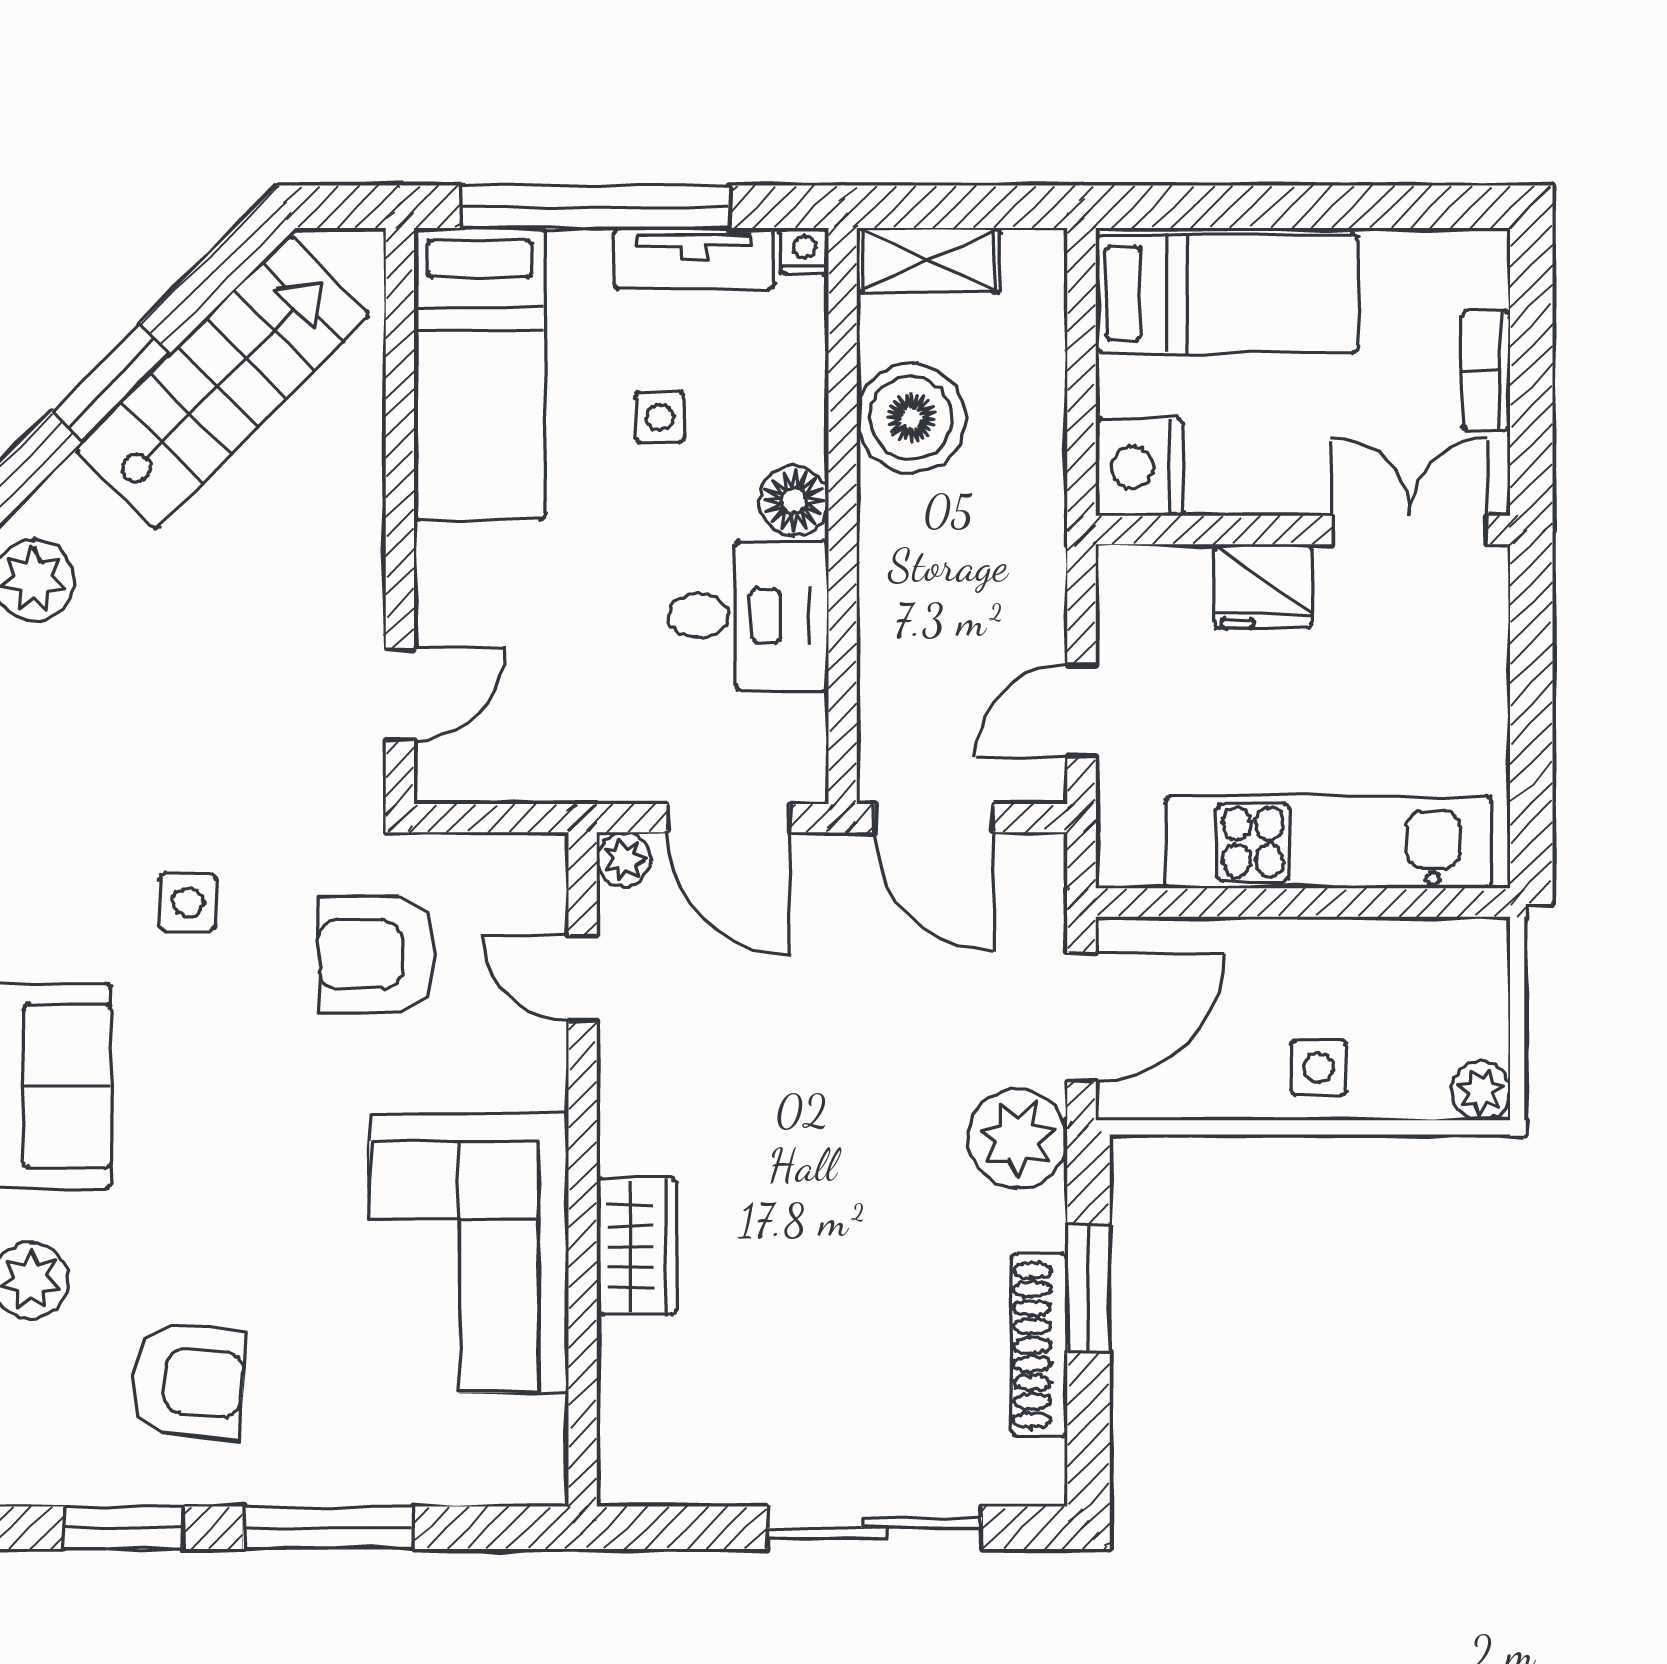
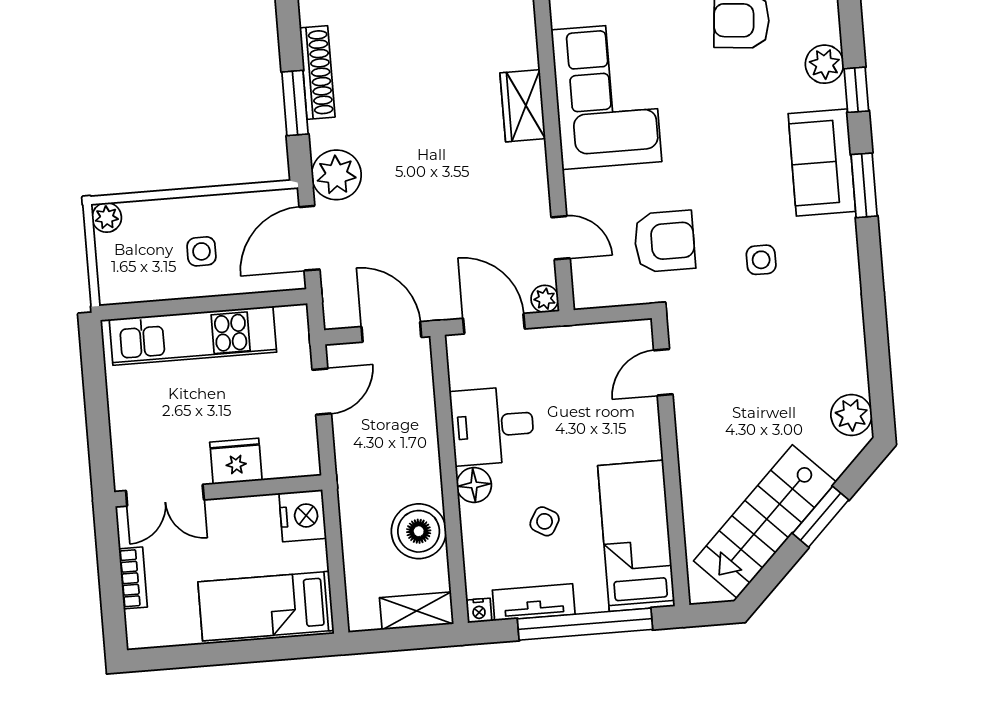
side table: (660, 417) -> (545, 521), turned 30
side table: (1319, 1068) -> (201, 251), moved

